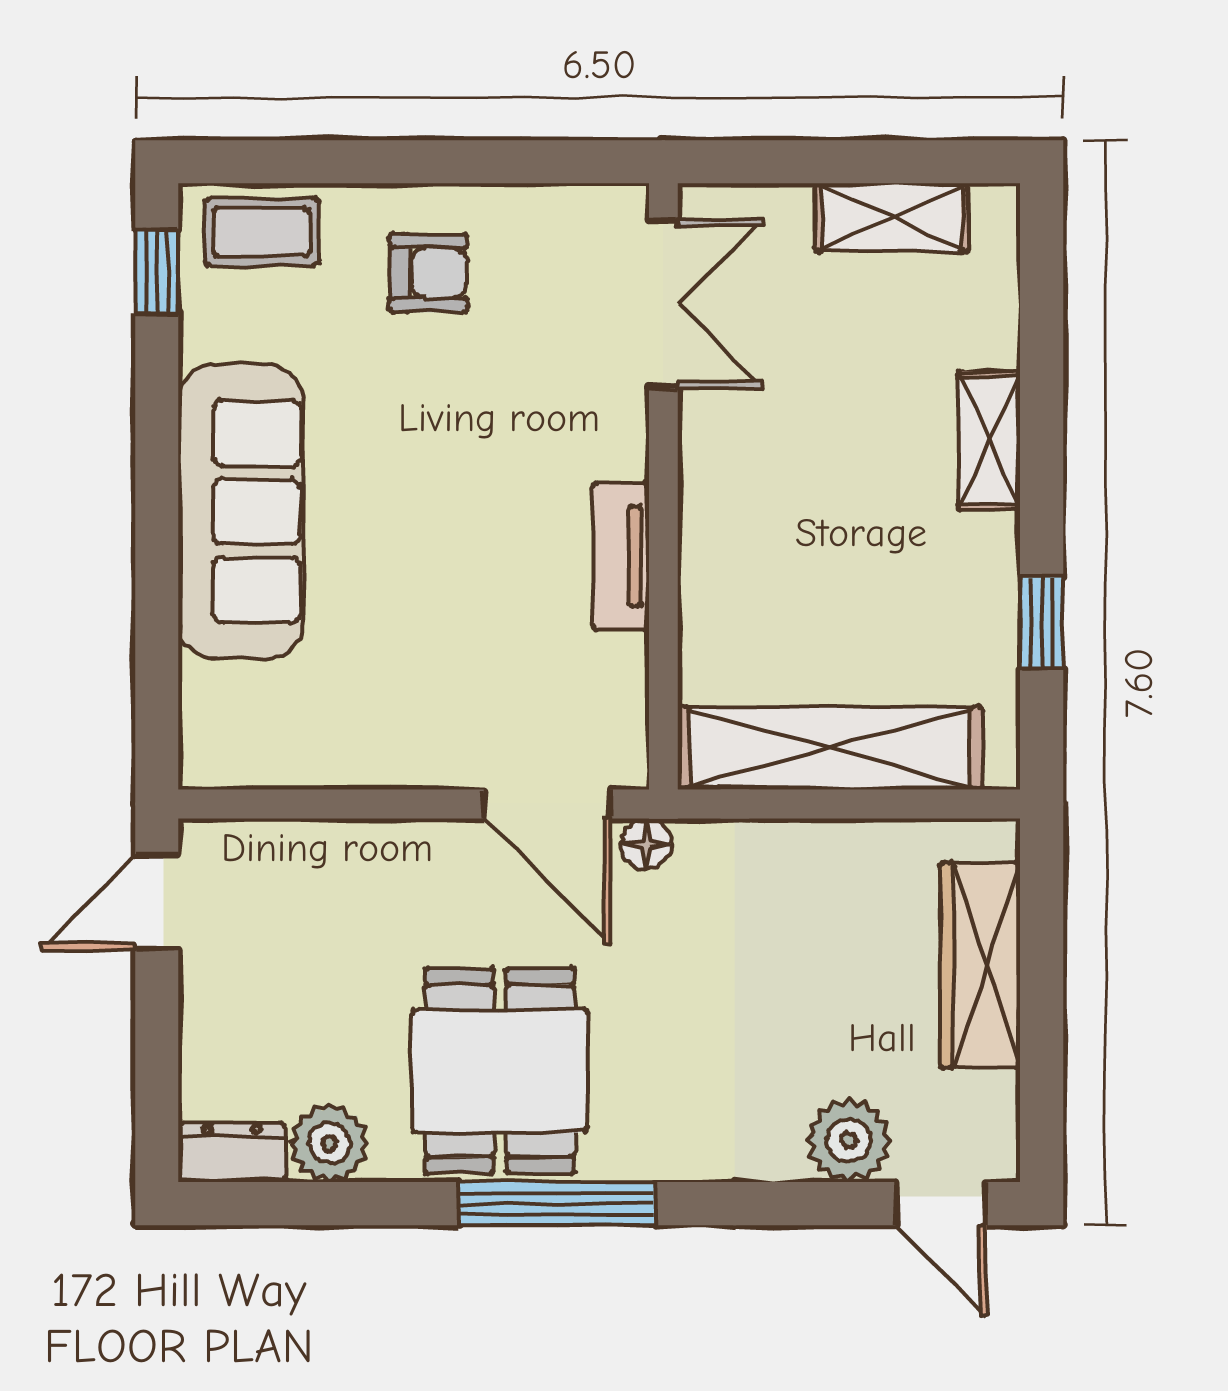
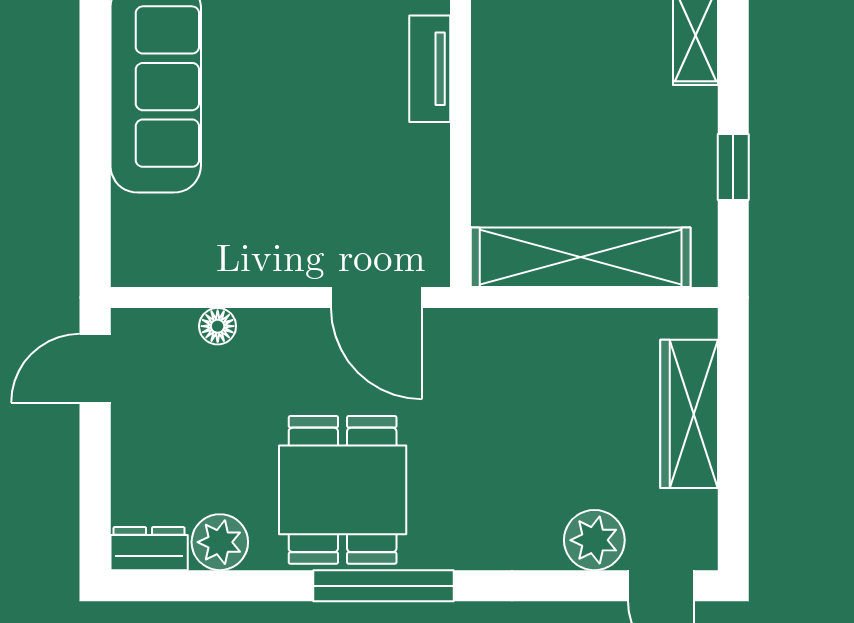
tv unit: (621, 556) -> (430, 69), moved
floor lamp: (646, 844) -> (218, 326), moved

